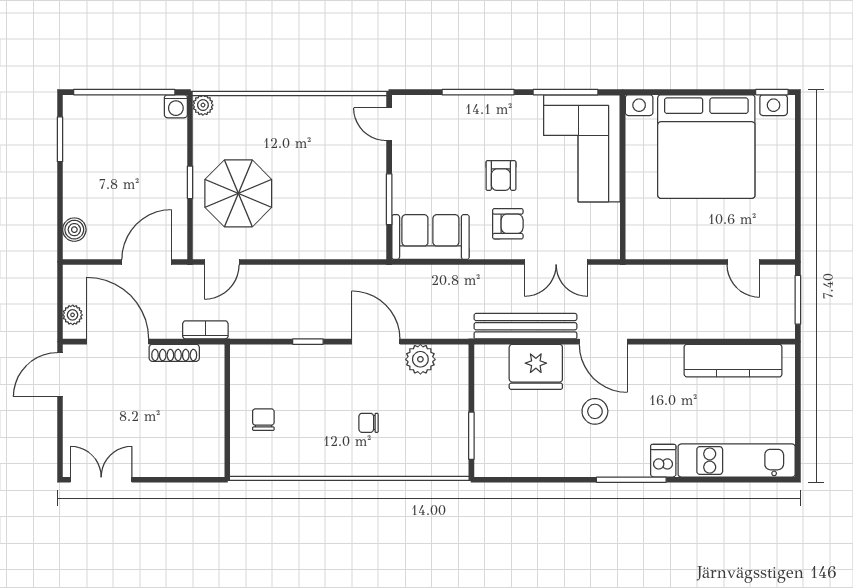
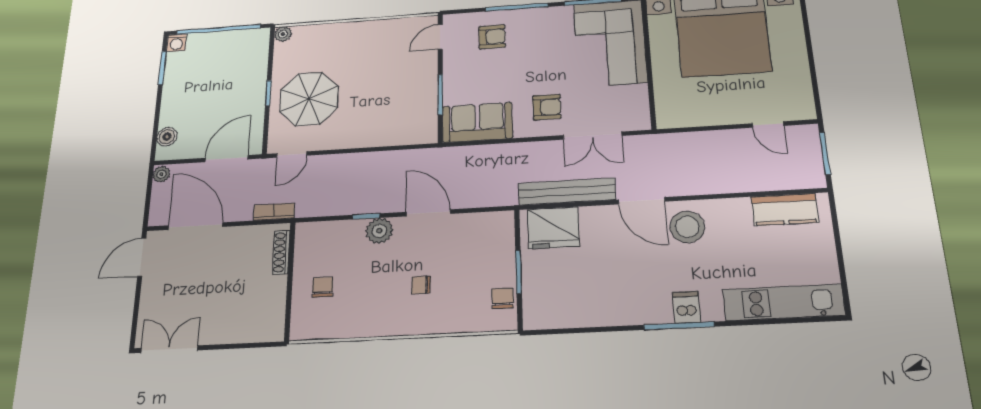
washing machine: (176, 106) -> (176, 43), moved
door: (389, 124) -> (440, 37), hinge flipped
armchair: (501, 175) -> (492, 37), moved, turned -90
plant: (73, 315) -> (161, 174), moved
shoe rack: (174, 353) -> (281, 252), moved, turned 90
plant: (420, 359) -> (379, 231), moved
kitchen counter: (733, 361) -> (785, 209), width x0.67
fridge: (536, 367) -> (553, 228), moved
stool: (595, 411) -> (687, 227), moved, width x1.38, depth x1.38
window: (471, 436) -> (519, 272), moved
chair: (454, 442) -> (503, 298), added
dishwasher: (663, 461) -> (686, 307), moved

